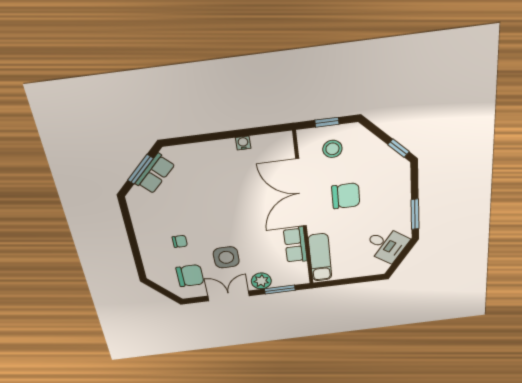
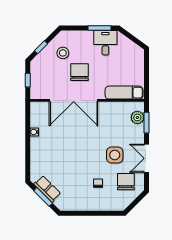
window: (398, 148) -> (41, 47), moved
stool: (332, 149) -> (63, 53), moved
row of seats: (295, 245) -> (112, 108), removed
desk: (386, 245) -> (105, 43), moved, turned -36
plant: (261, 281) -> (137, 117), moved

